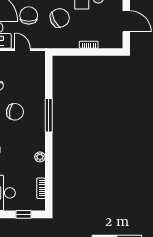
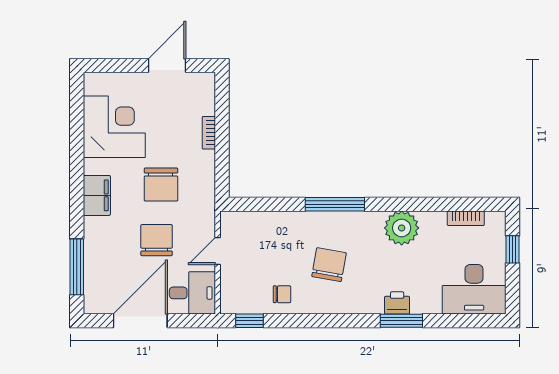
chair: (29, 15) -> (157, 240), turned 90
chair: (60, 18) -> (161, 185), turned -153
plant: (40, 157) -> (402, 228), width x1.88, depth x1.88

